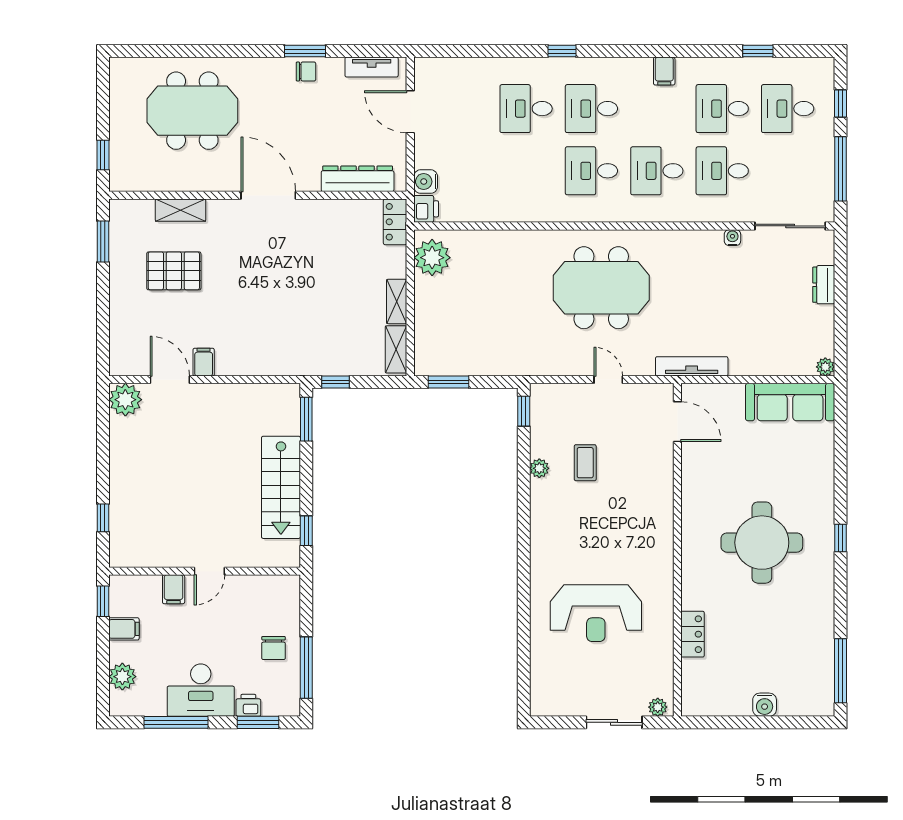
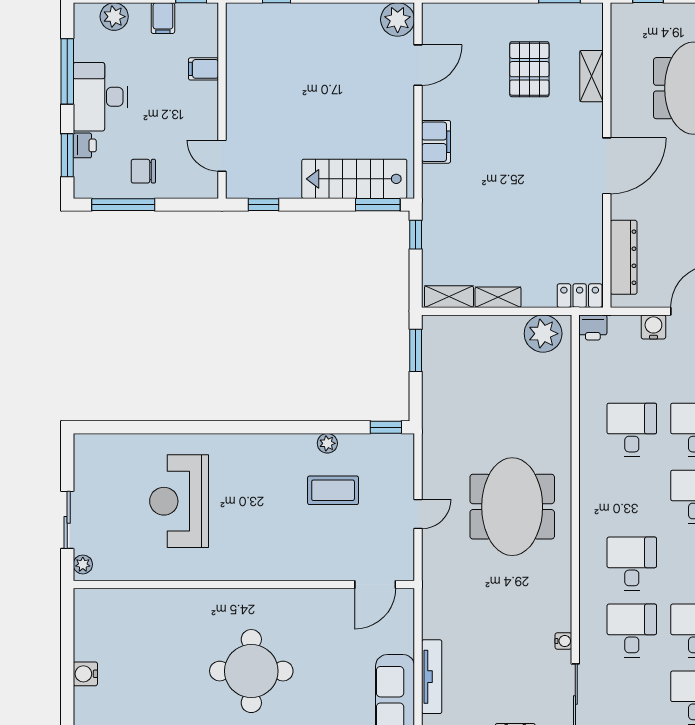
desk: (591, 171) -> (632, 430), moved
water cooler: (426, 182) -> (653, 327), moved
filing cabinet: (204, 362) -> (436, 142), moved, width x2.00
tv unit: (692, 366) -> (432, 677), moved
coffee table: (585, 463) -> (333, 490), width x1.36, depth x1.30
stairs: (281, 487) -> (354, 179), moved
door: (209, 571) -> (222, 156), moved
locker: (693, 634) -> (158, 600), removed

